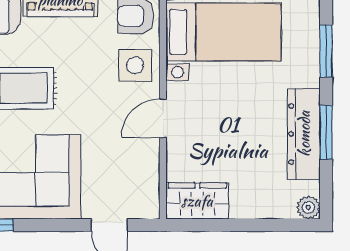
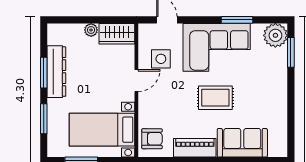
side table: (135, 65) -> (161, 59), moved
plant: (308, 207) -> (91, 30), moved

